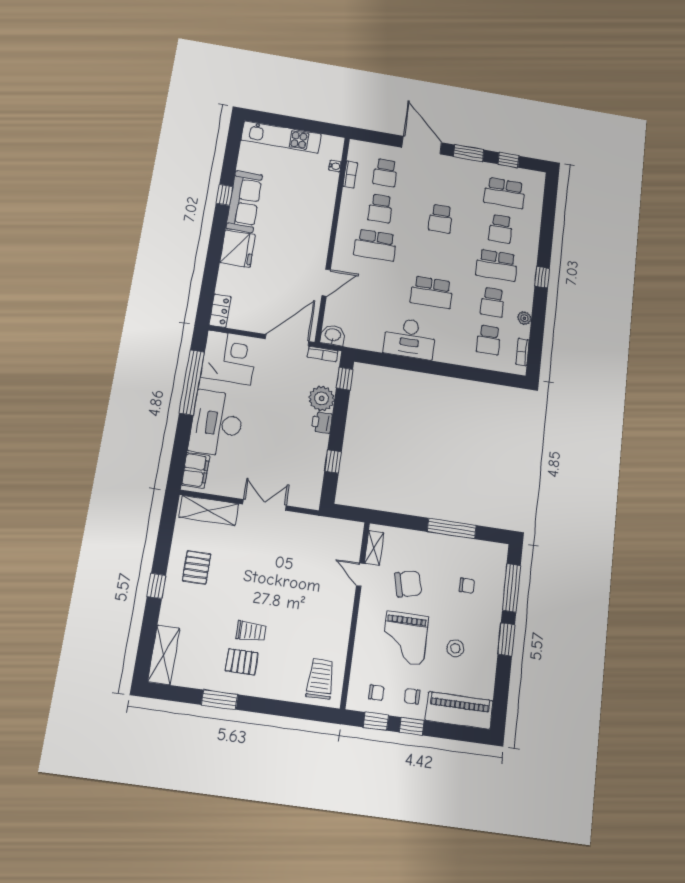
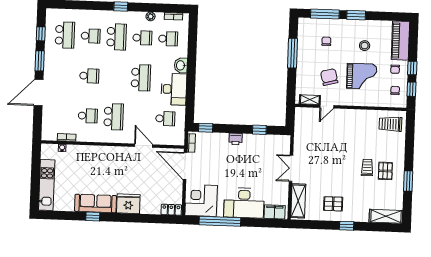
school desk: (385, 173) -> (165, 119), moved
washbasin: (333, 335) -> (181, 65), moved
plant: (322, 398) -> (220, 141), removed

